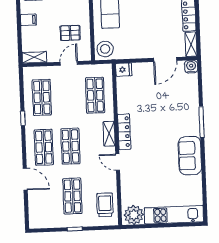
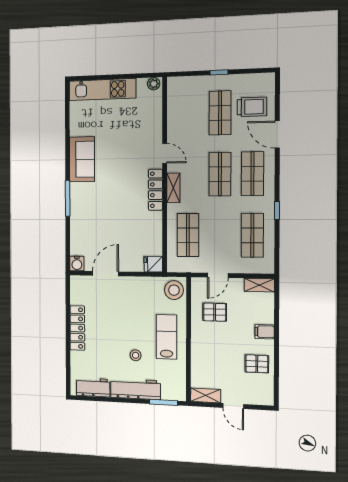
shelving: (191, 44) -> (76, 290), removed
trolley: (105, 205) -> (252, 107), moved, turned -90
plant: (134, 215) -> (154, 84), width x0.53, depth x0.53

